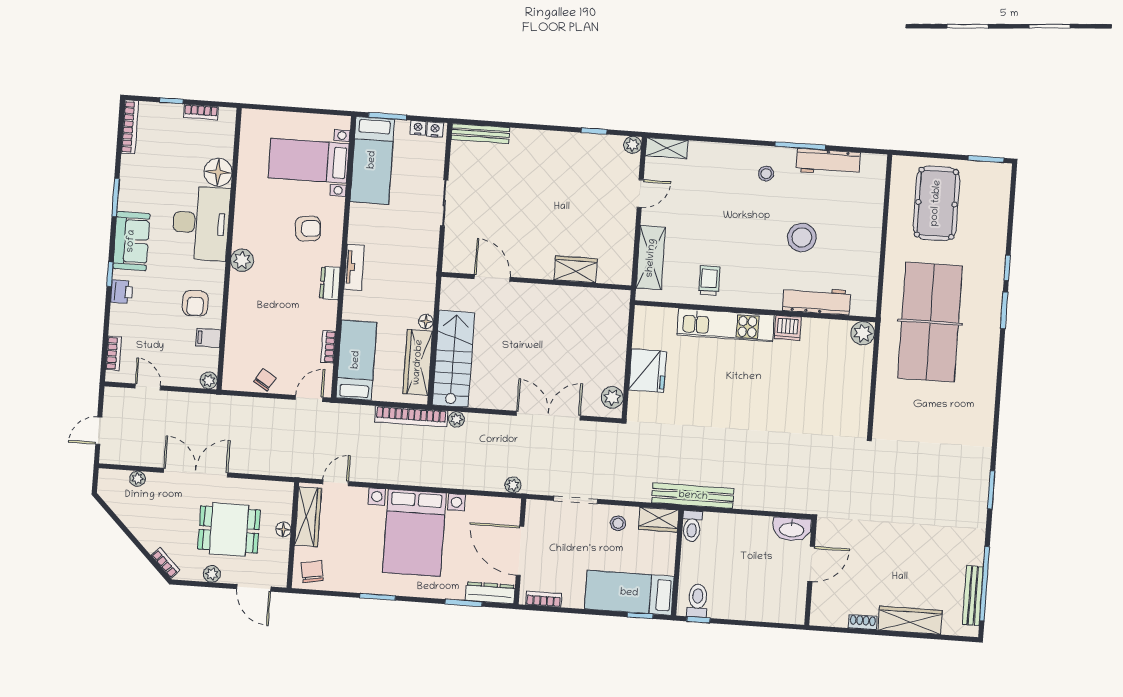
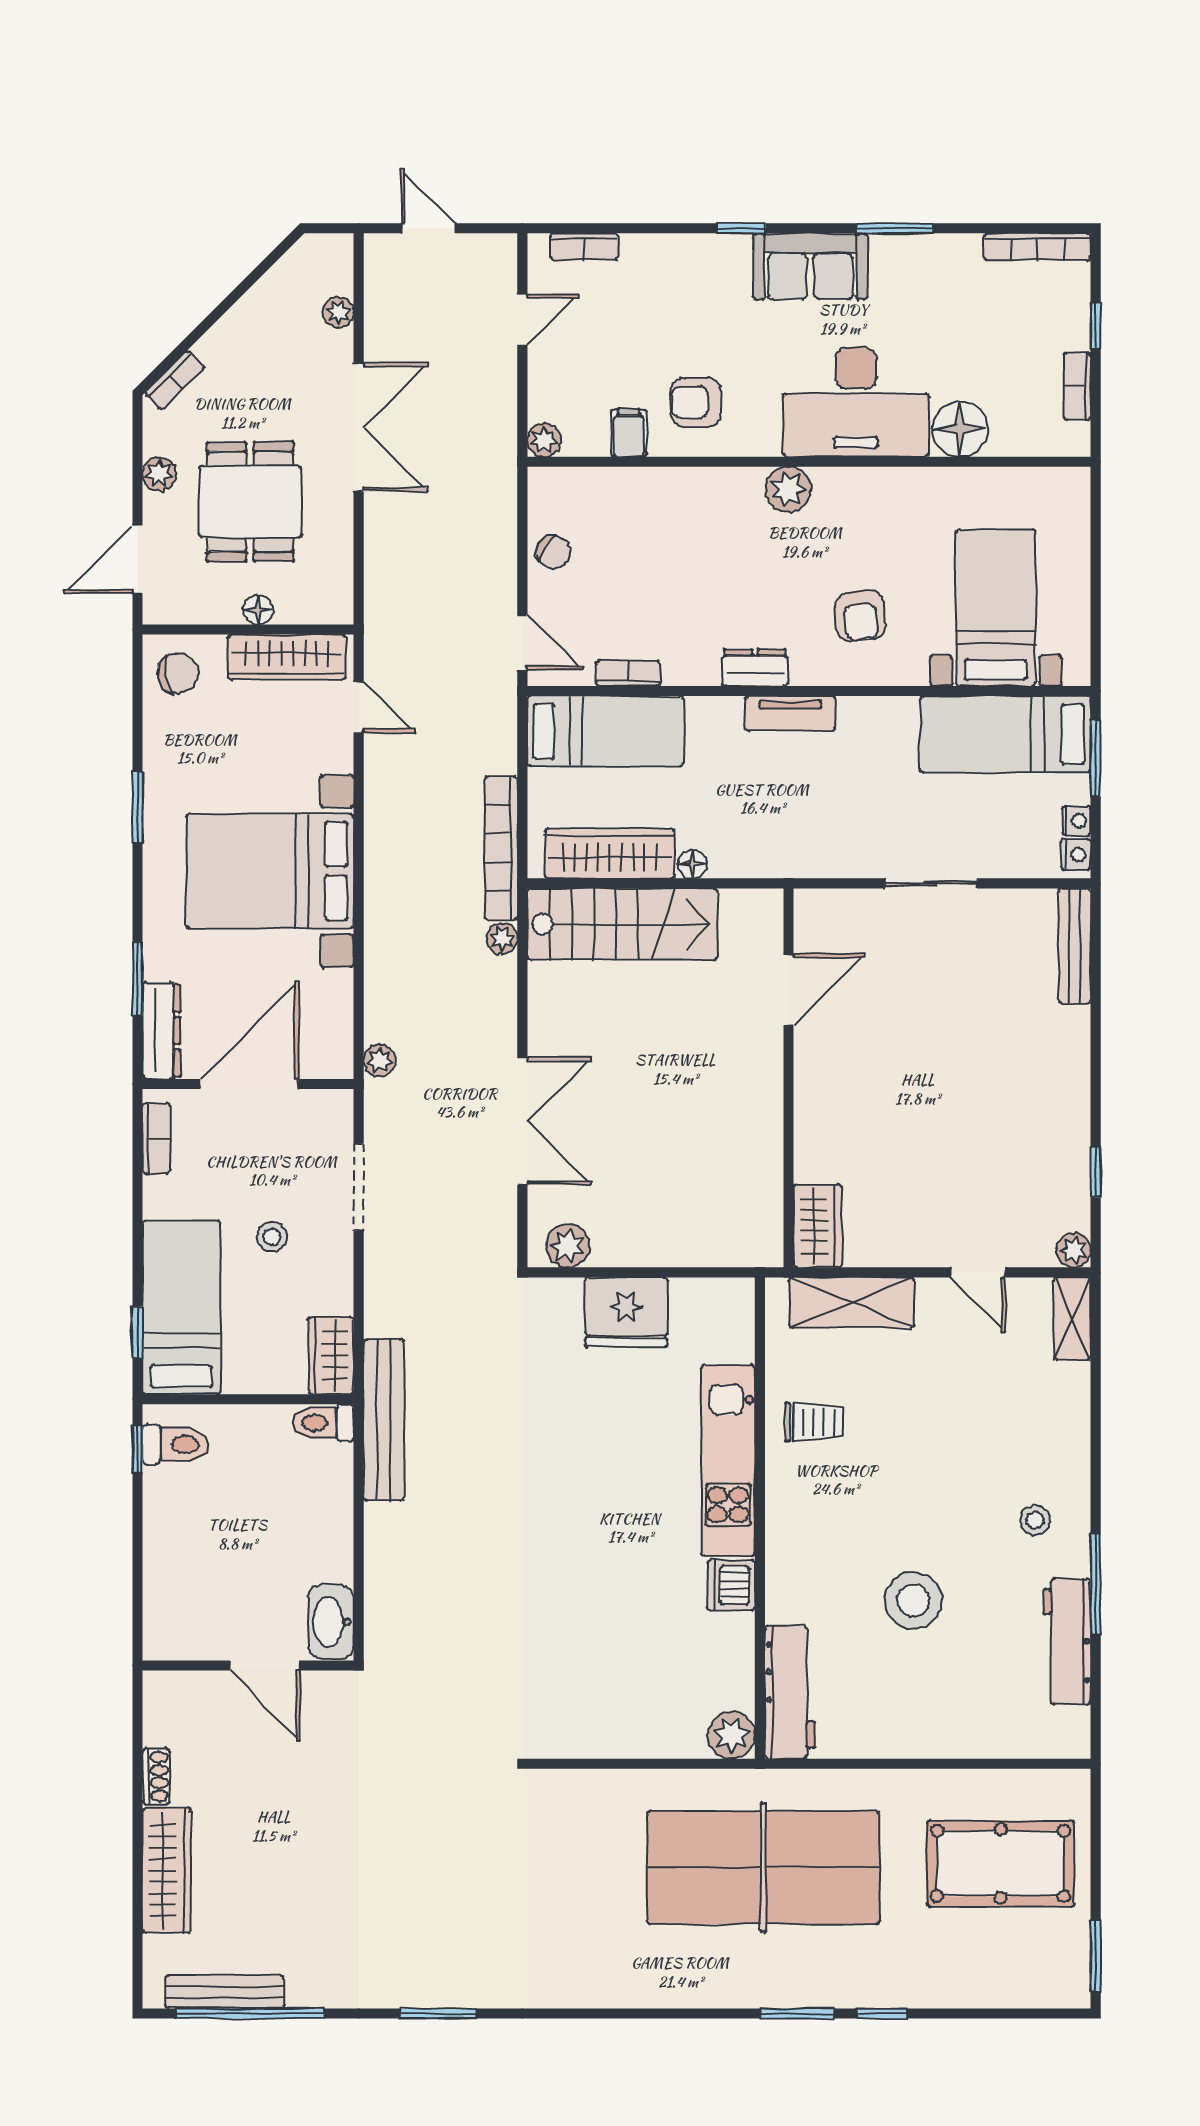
wardrobe: (576, 269) -> (818, 1226), moved
printer: (122, 292) -> (708, 254), removed
workbench: (817, 301) -> (790, 1692), moved
stool: (618, 523) -> (272, 1237), moved

